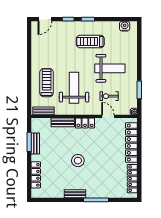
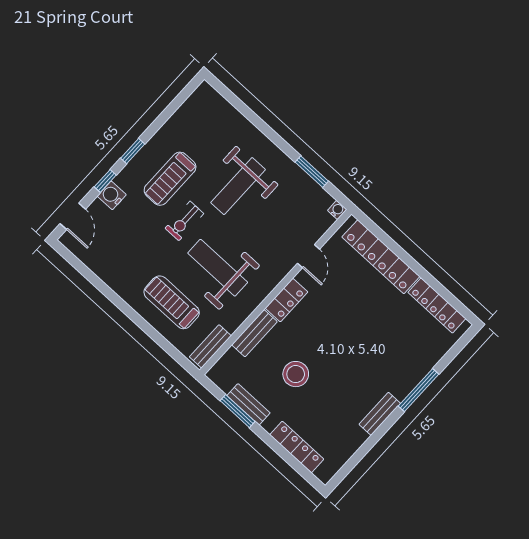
water cooler: (125, 26) -> (112, 195), moved
weight bench: (110, 68) -> (238, 186), turned 180
exercise bike: (109, 96) -> (184, 221), moved
door: (108, 116) -> (308, 256), swing flipped
stool: (78, 161) -> (296, 374), moved

